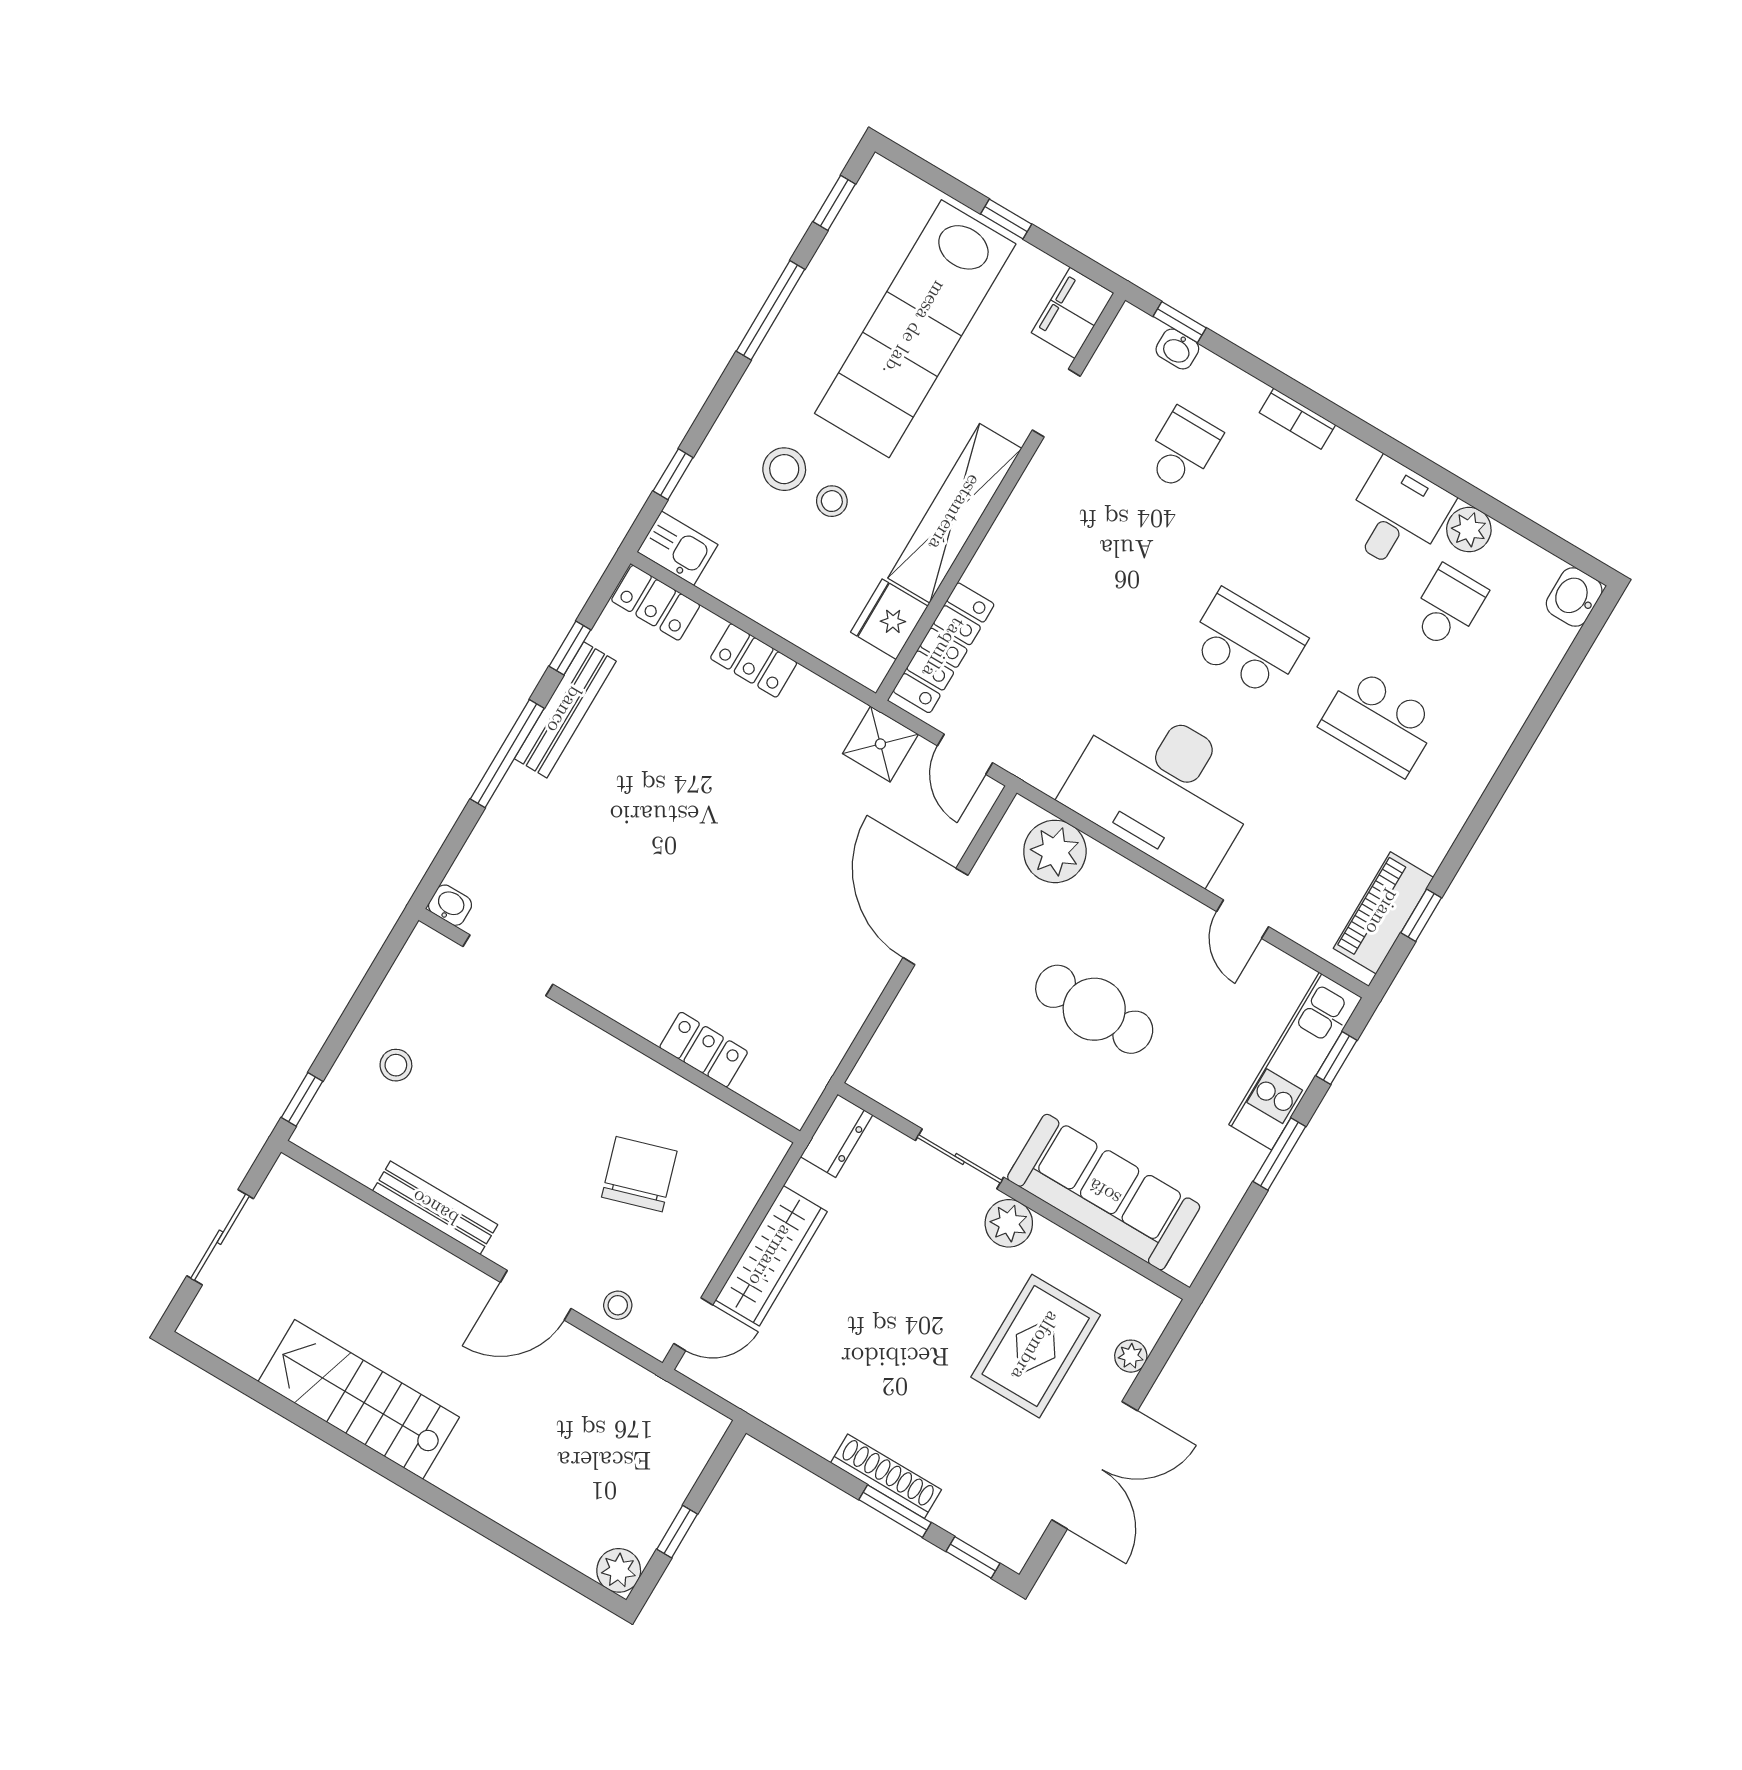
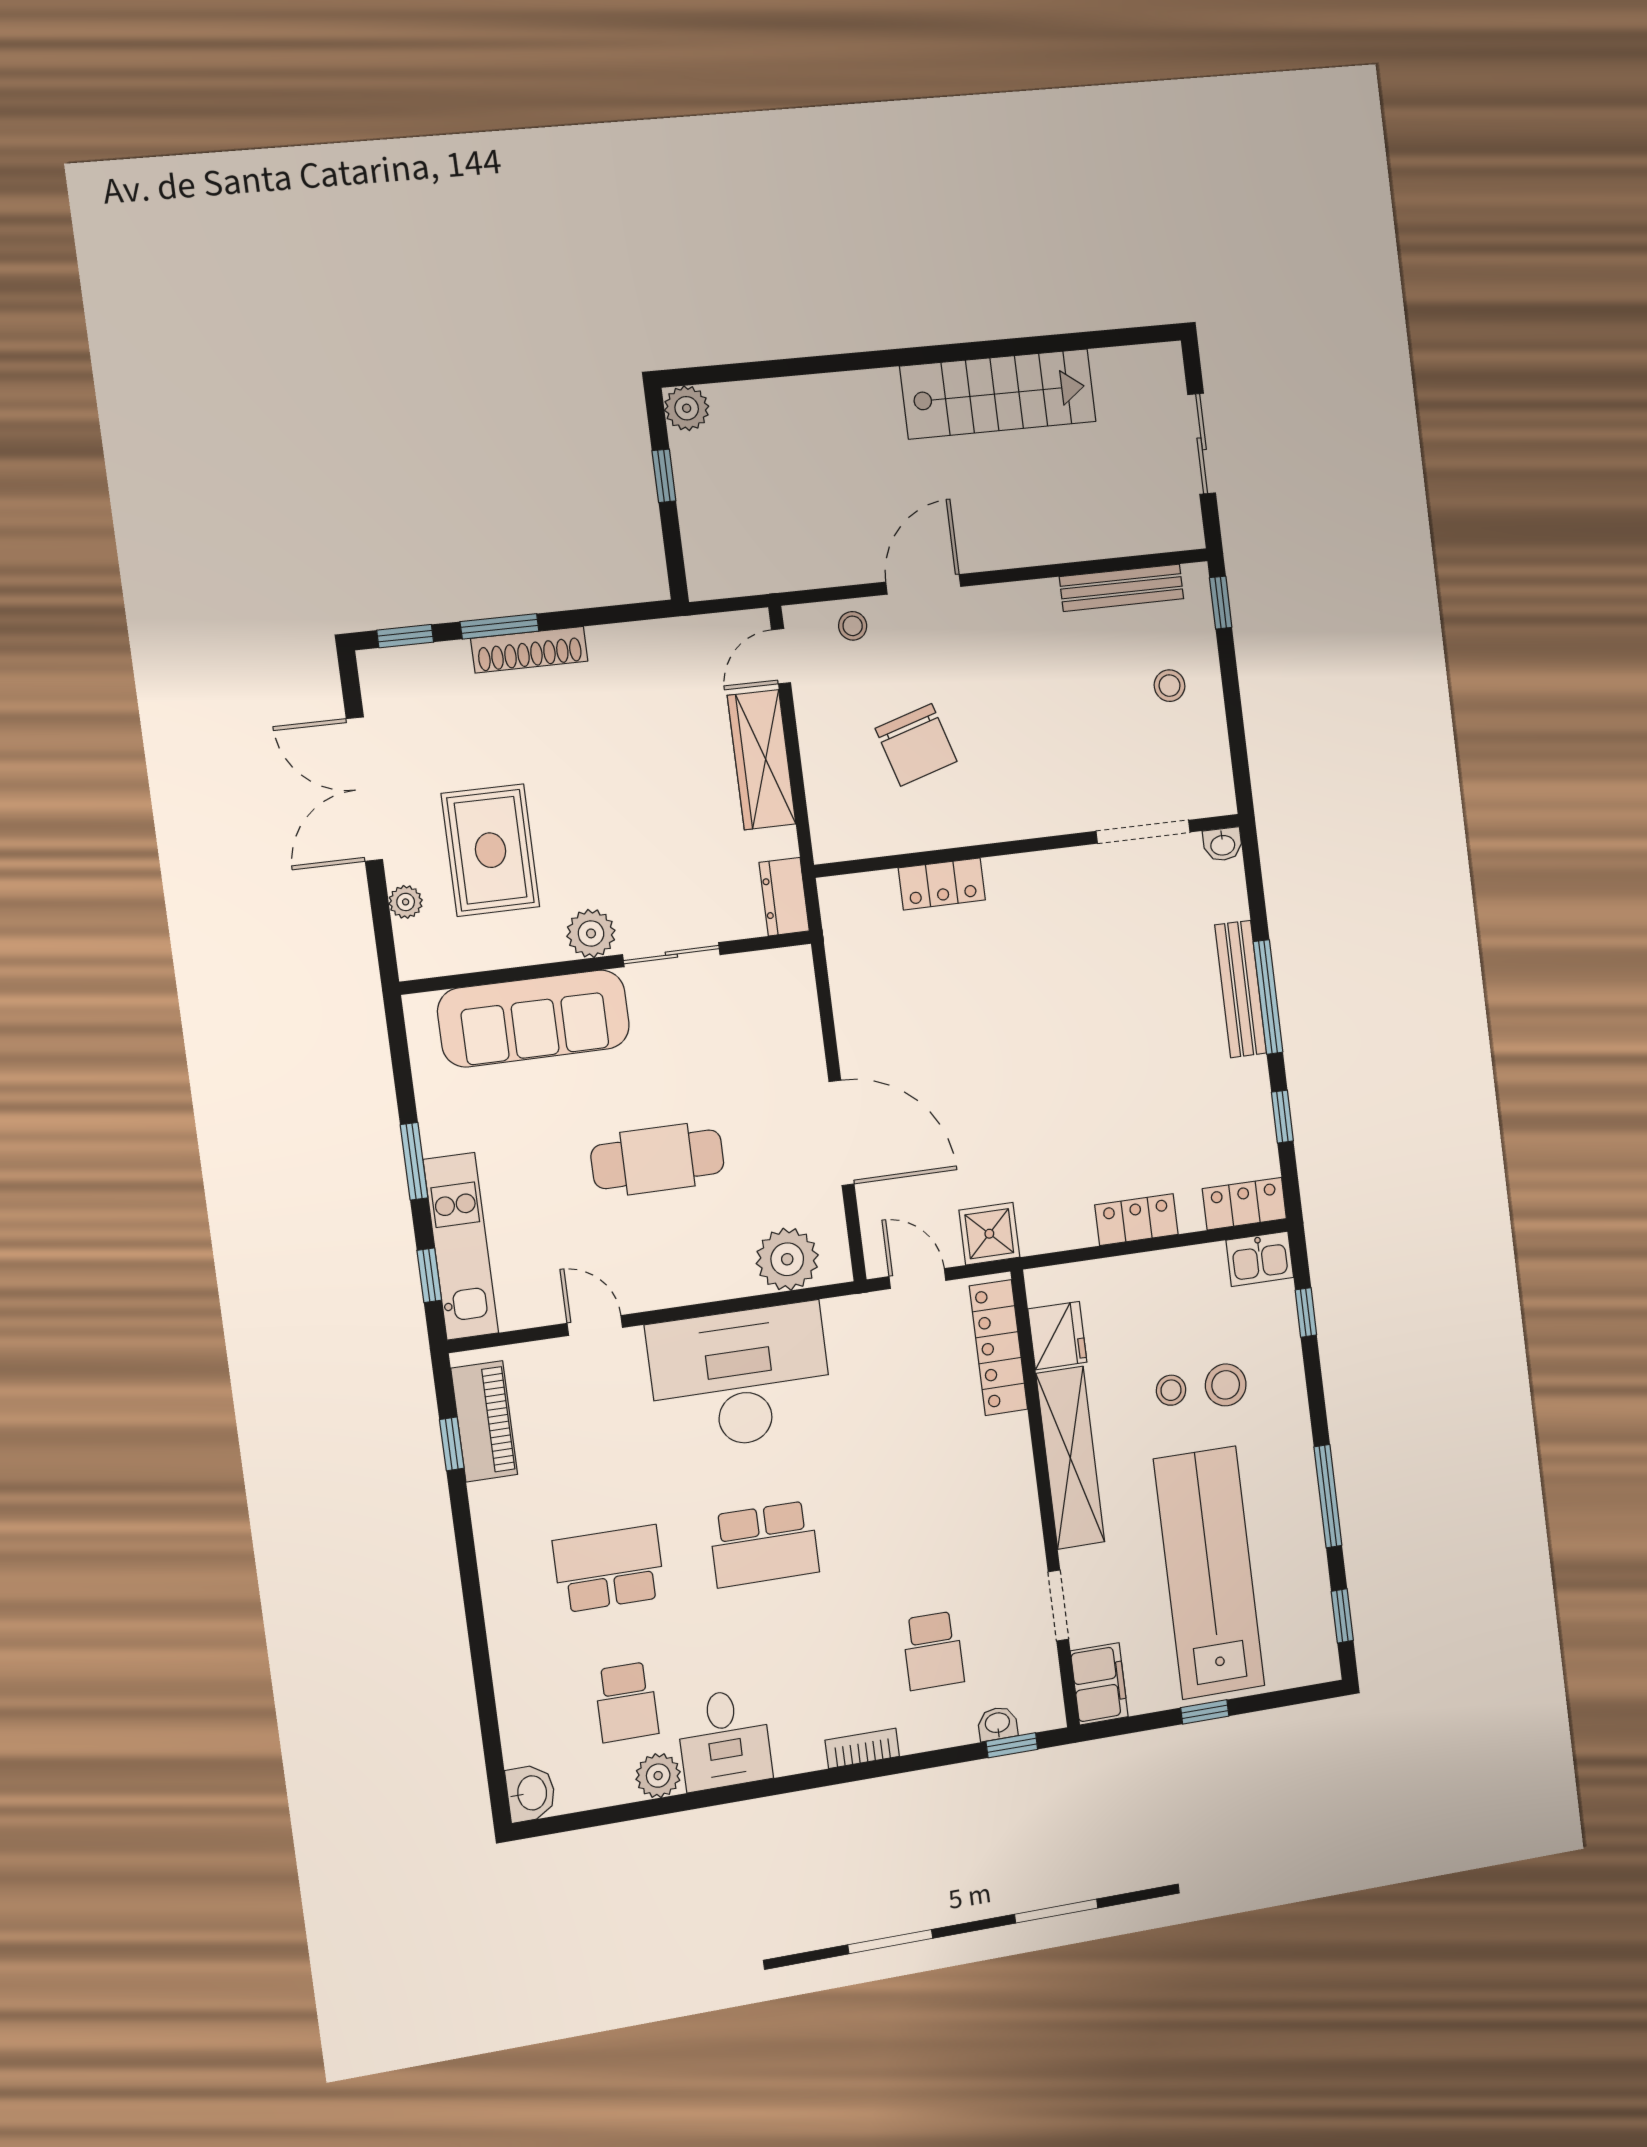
bench: (565, 710) -> (1241, 989), moved
bench: (435, 1208) -> (1122, 588), moved

